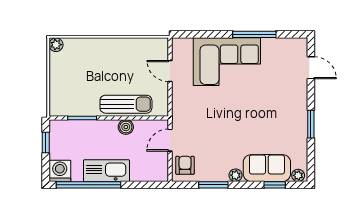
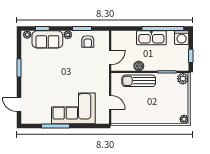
plant: (58, 107) -> (183, 79), added
armchair: (185, 165) -> (88, 41), moved

